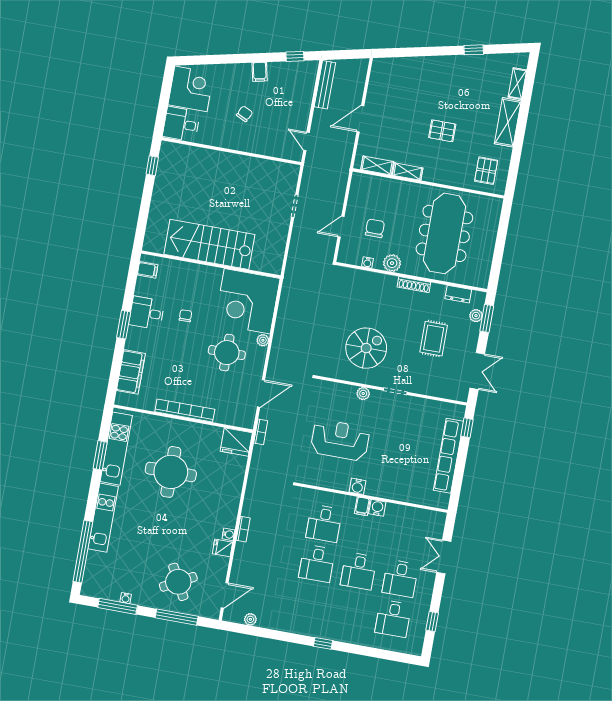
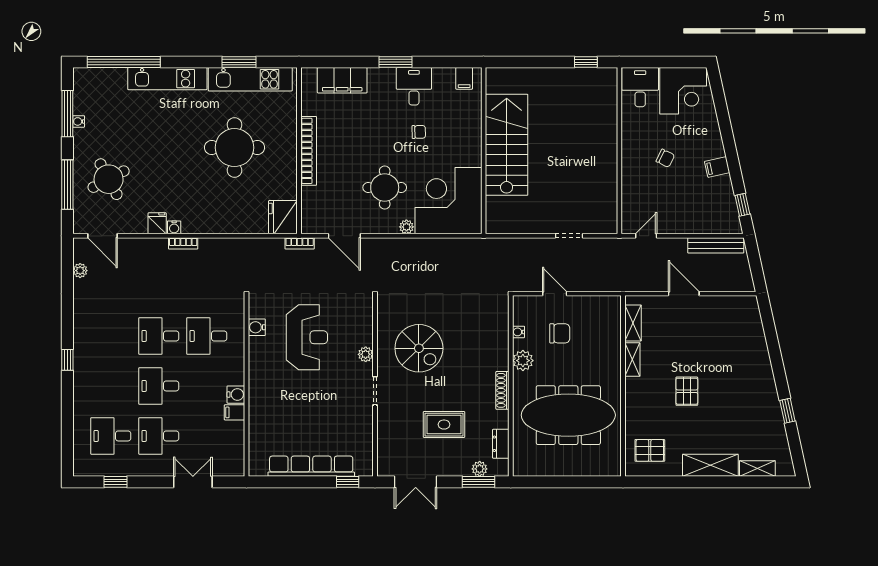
water cooler: (358, 486) -> (257, 327), moved
filing cabinet: (362, 506) -> (235, 412), moved

